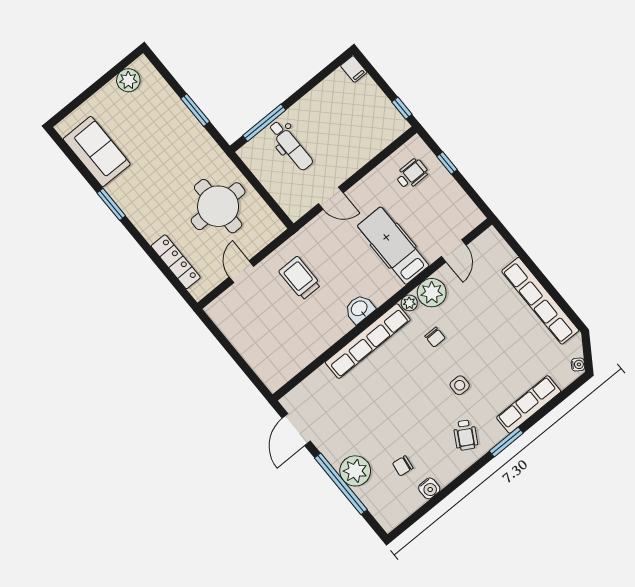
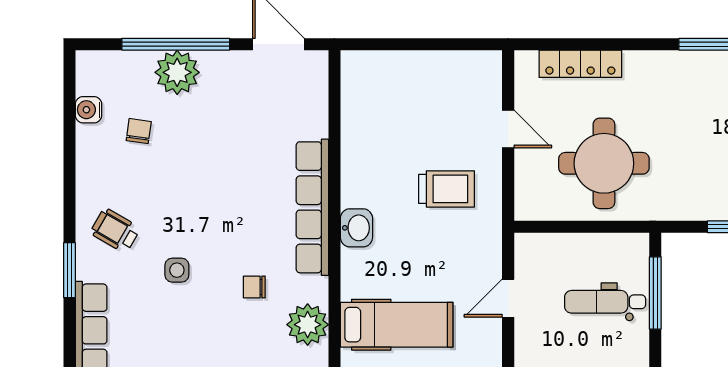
plant: (409, 303) -> (317, 290), removed
water cooler: (429, 488) -> (89, 110), moved

